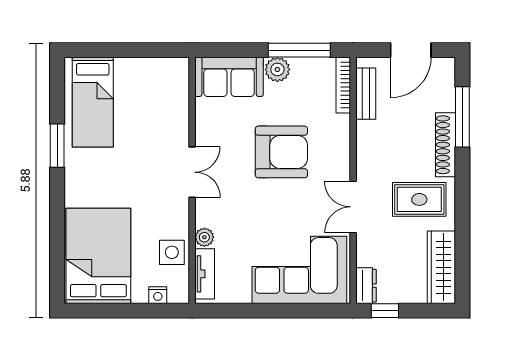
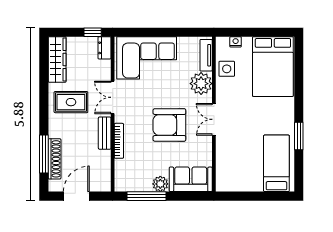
bookcase: (343, 85) -> (119, 141), moved
bench: (366, 94) -> (105, 133), moved
shoe rack: (445, 145) -> (55, 159), moved
armchair: (281, 152) -> (169, 125), moved
double door: (353, 207) -> (113, 97), swing flipped
plant: (204, 237) -> (201, 84), width x1.88, depth x1.88

